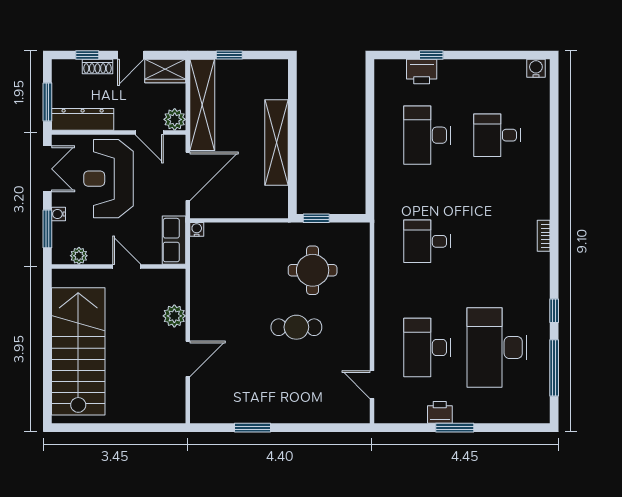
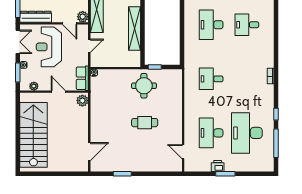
door: (188, 176) -> (89, 46), width x0.53
round table: (313, 270) -> (144, 86), moved
plant: (174, 316) -> (82, 101), moved
door: (188, 359) -> (89, 152), moved

